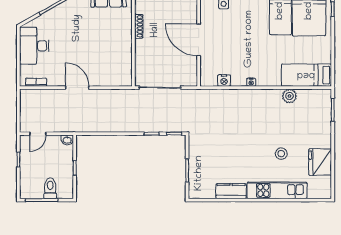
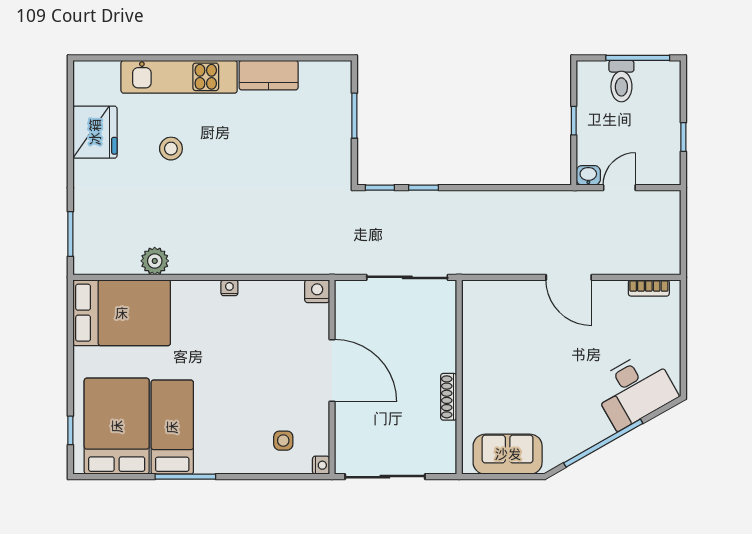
desk: (34, 46) -> (635, 390), moved, turned 60
bed: (306, 75) -> (122, 313), width x1.50
nightstand: (224, 80) -> (317, 291), moved
door: (38, 134) -> (619, 188), moved

